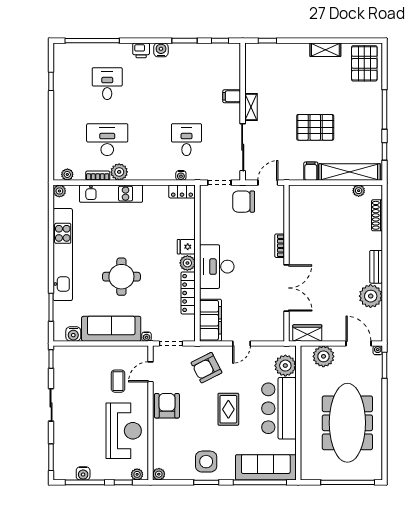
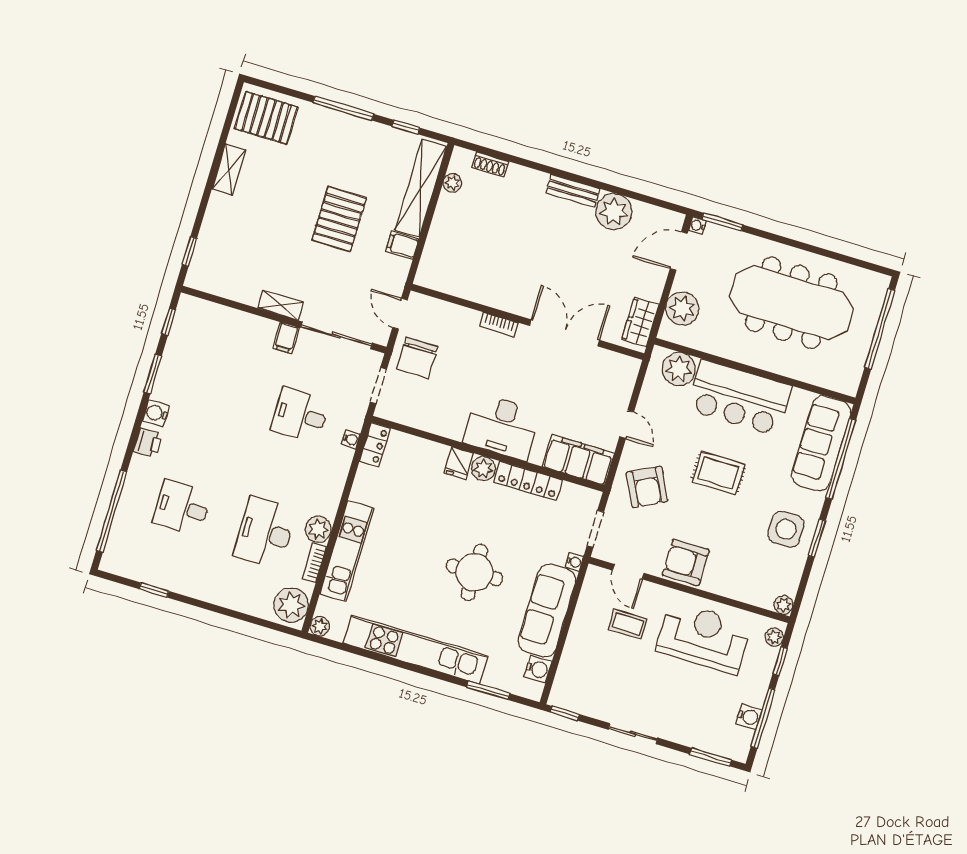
filing cabinet: (232, 96) -> (286, 338), moved
plant: (67, 174) -> (291, 605), width x1.87, depth x1.87
shoe rack: (377, 215) -> (490, 164), width x0.70

